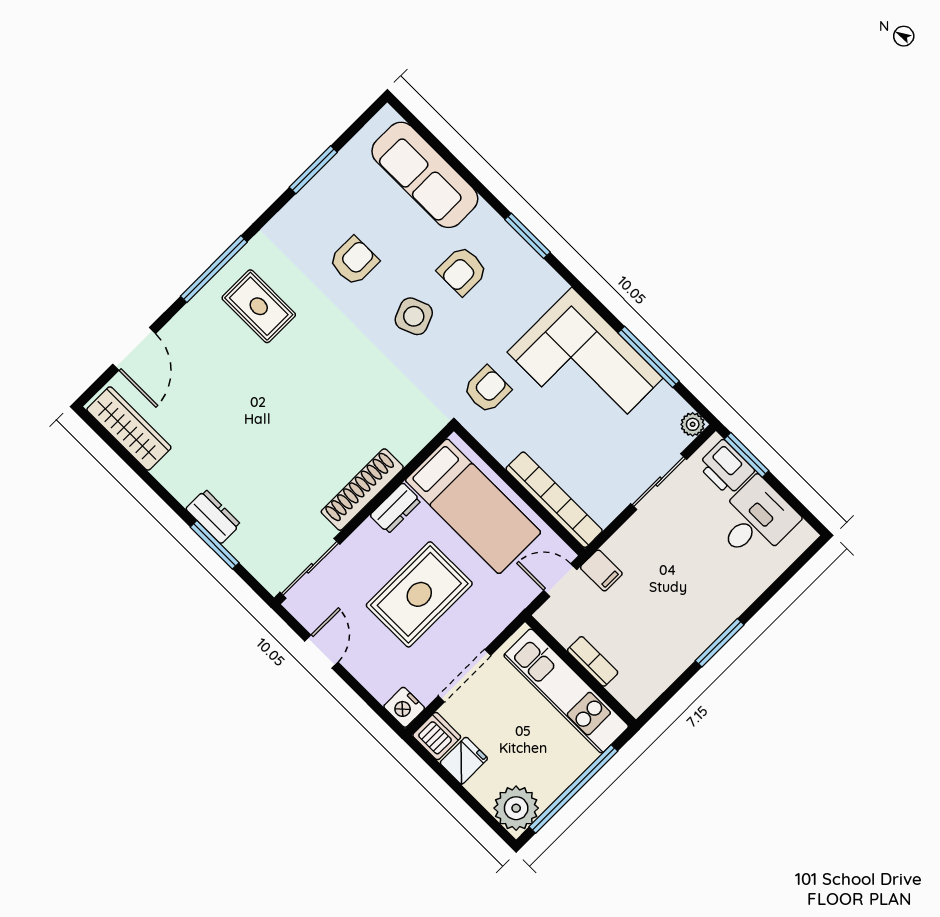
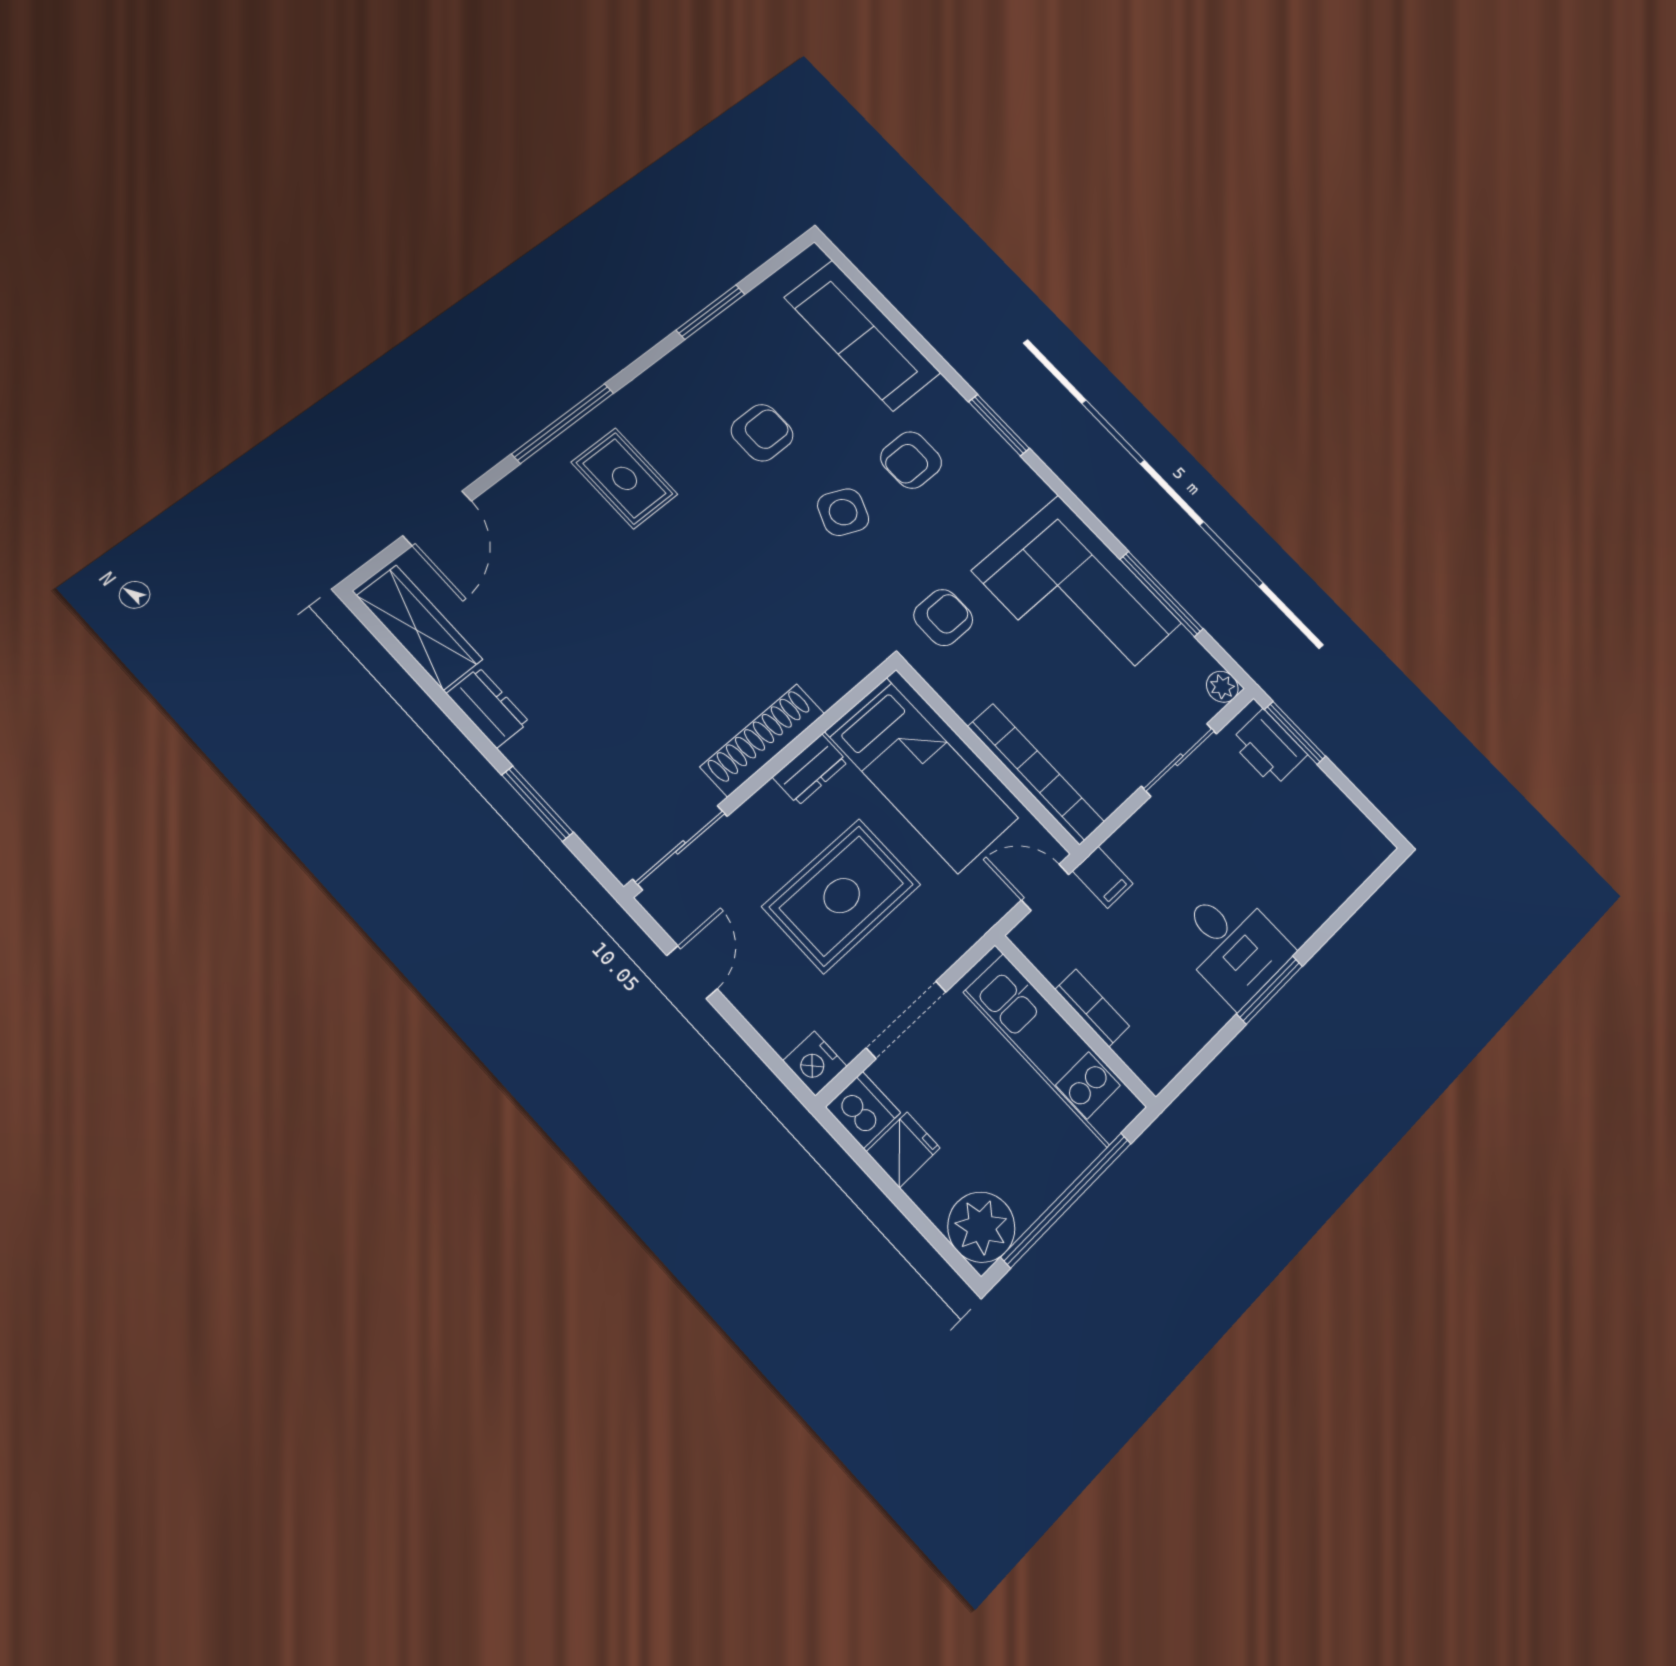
side table: (414, 316) -> (843, 512), turned 45
dresser: (213, 517) -> (488, 708), moved
desk: (756, 520) -> (1233, 945), moved, turned 90

